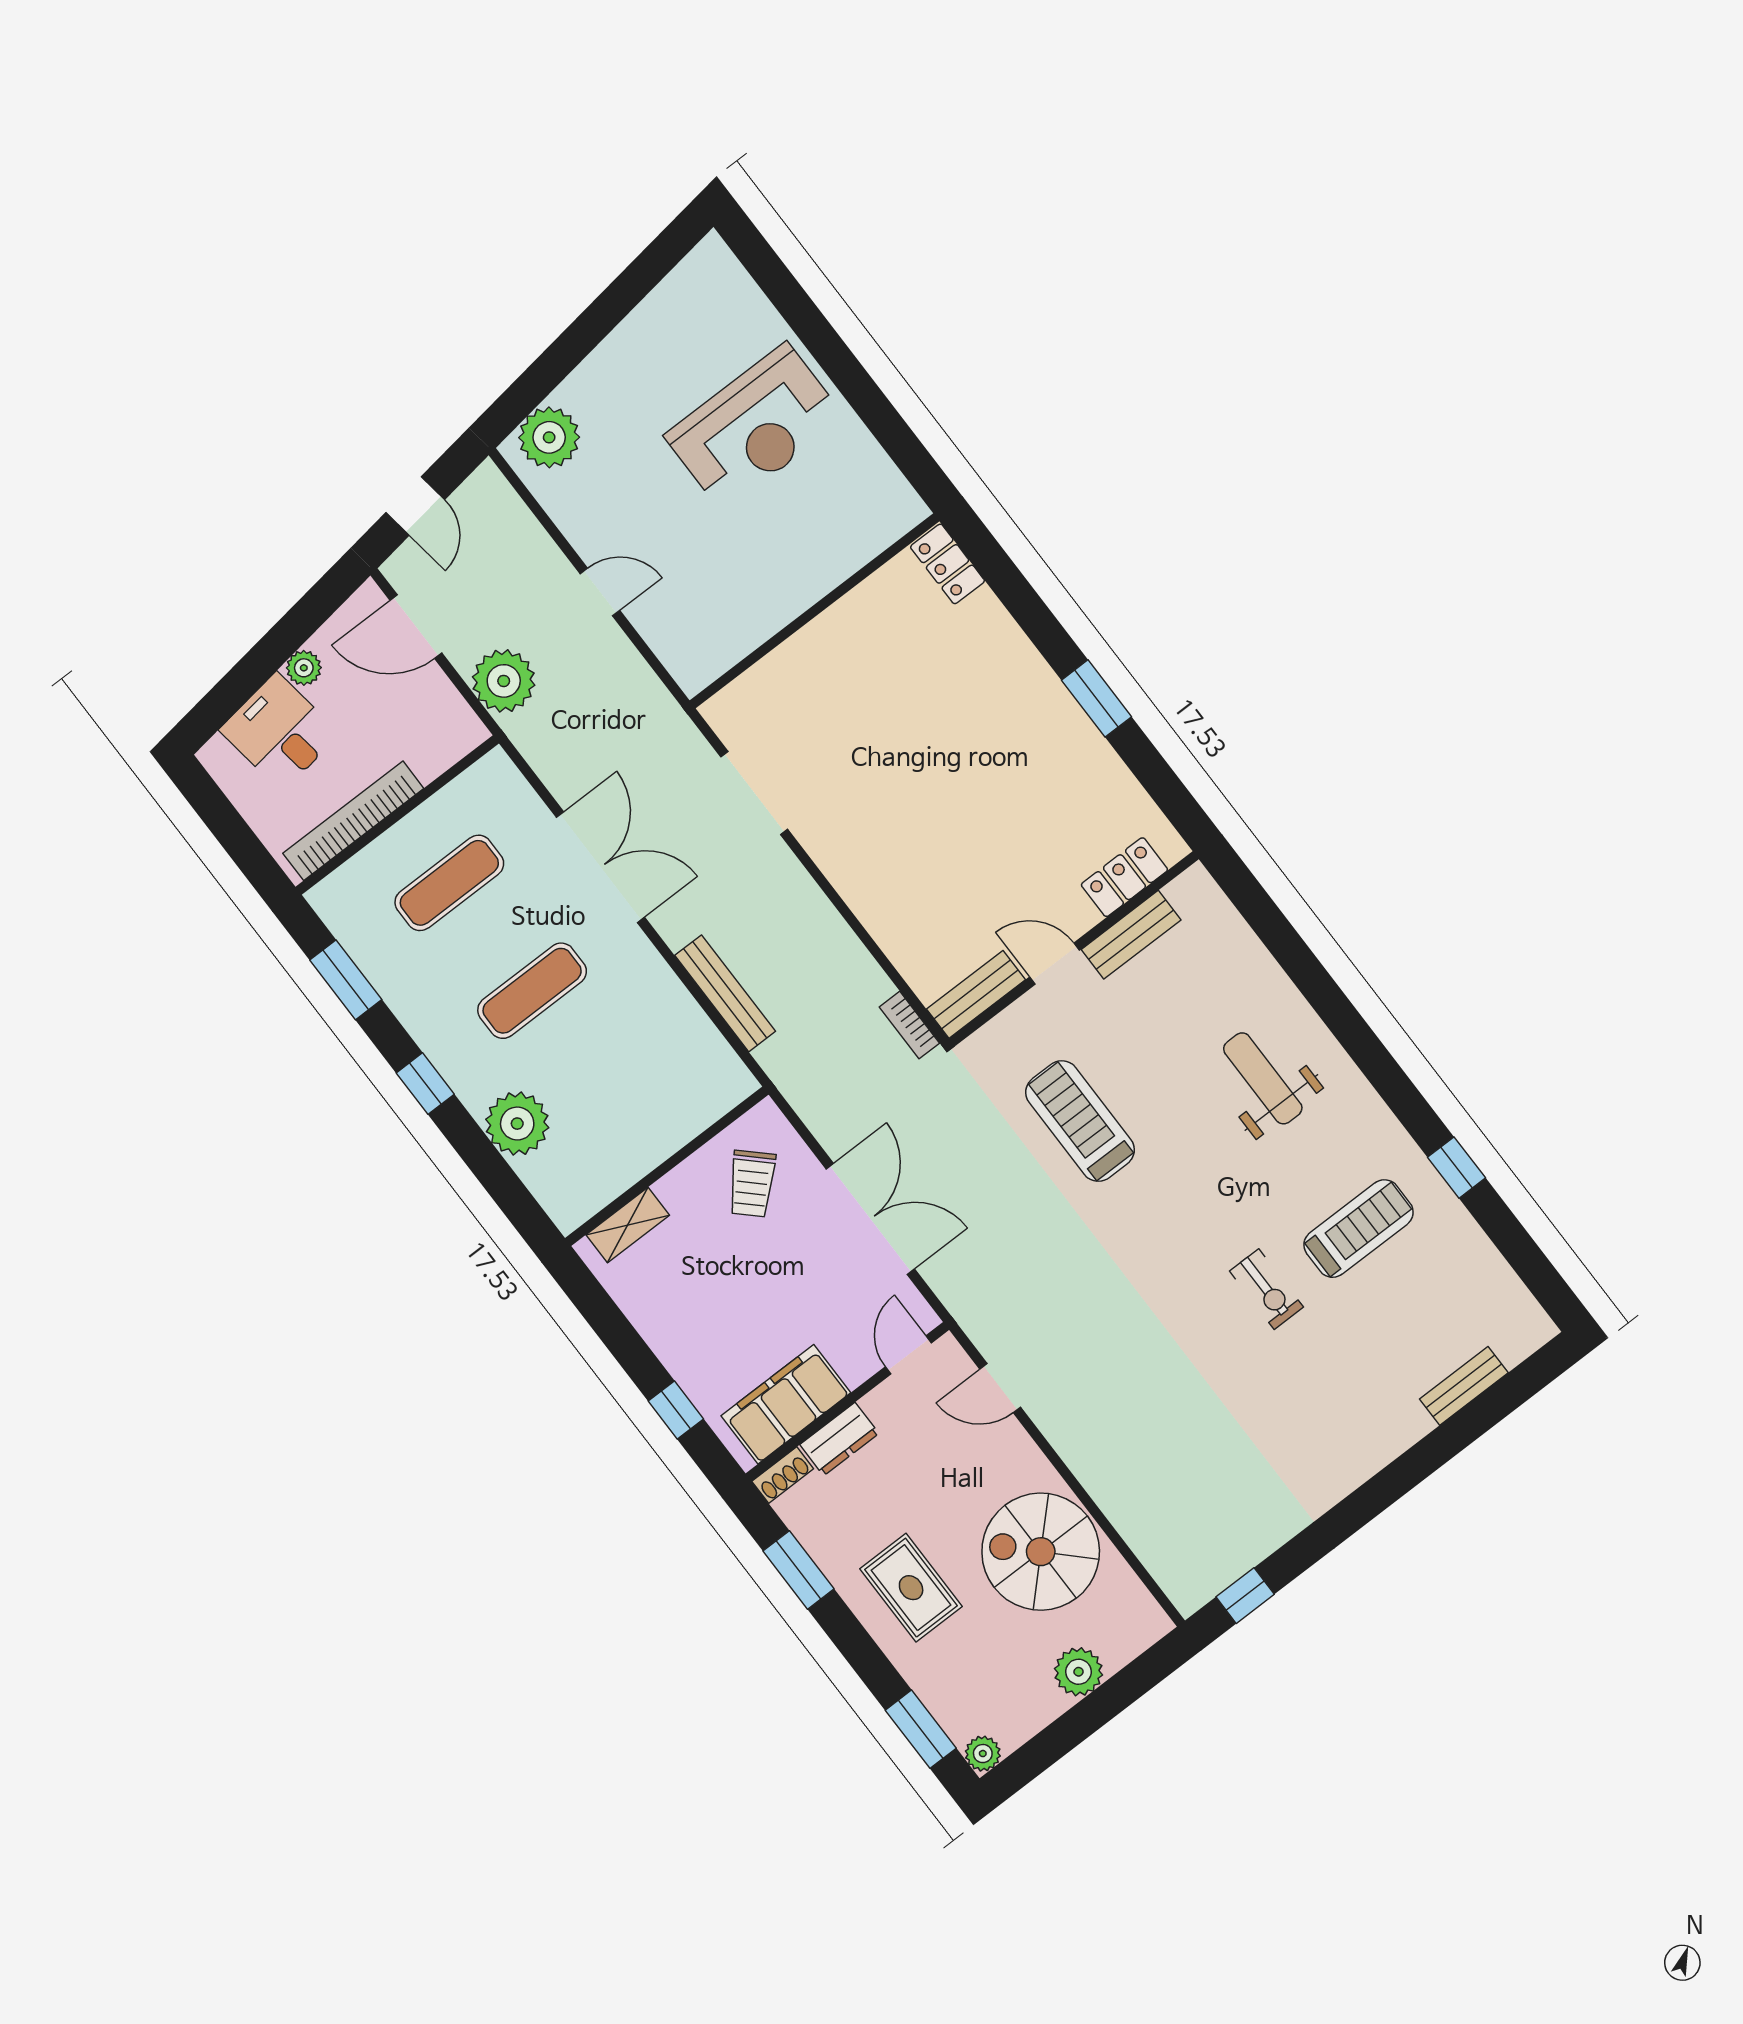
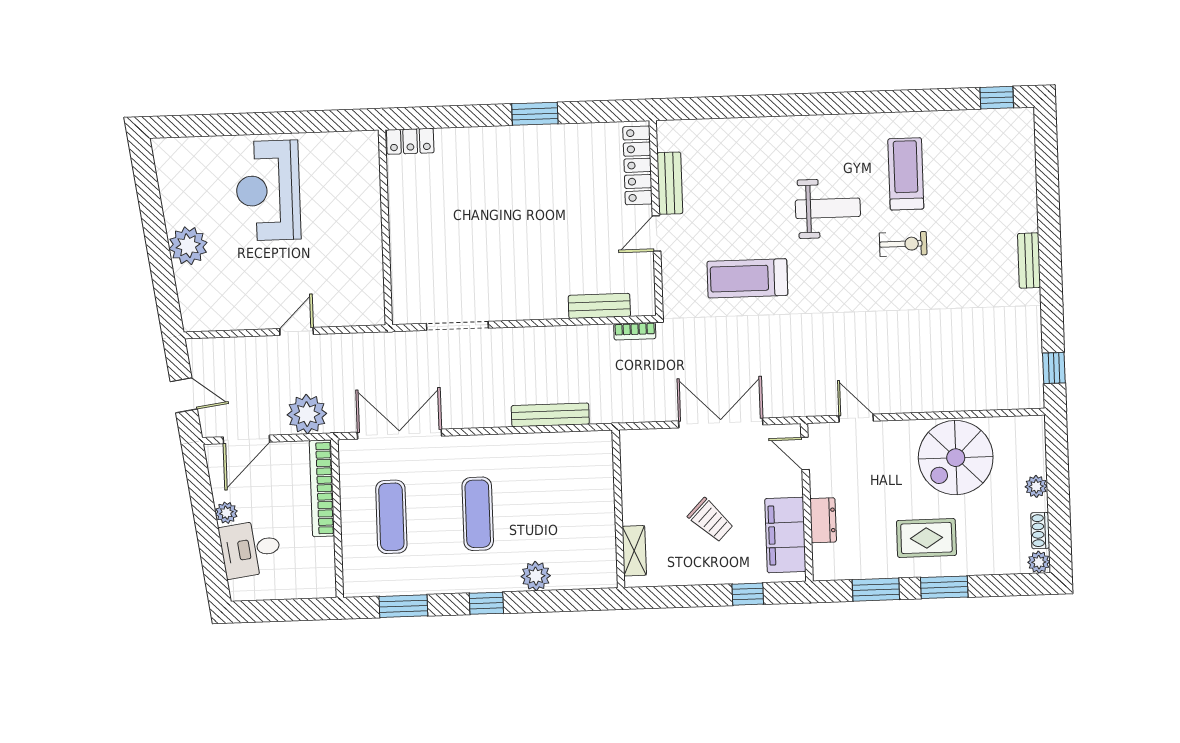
reception desk: (755, 427) -> (268, 190), turned 180
plant: (549, 437) -> (188, 246), moved
bookcase: (353, 821) -> (322, 488), moved
double door: (601, 867) -> (399, 434), moved
locker: (1124, 877) -> (638, 165), width x1.53
bench: (976, 994) -> (599, 306), moved, turned 90
weight bench: (1263, 1078) -> (828, 208), moved, turned 180
plant: (517, 1124) -> (536, 576), width x0.73, depth x0.73
window: (1456, 1168) -> (997, 98), moved
trolley: (752, 1184) -> (711, 520), moved
bench: (1464, 1386) -> (1029, 260), moved
door: (1000, 1388) -> (856, 418), swing flipped
shoe rack: (783, 1475) -> (1040, 531), moved, turned 180
plant: (1079, 1672) -> (1036, 486), width x0.73, depth x0.73
window: (921, 1729) -> (944, 587), moved

